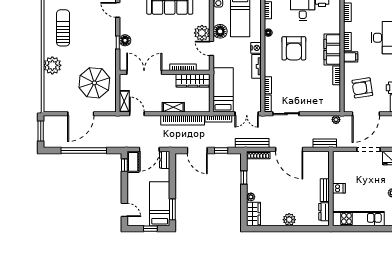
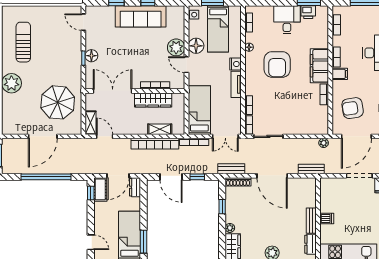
wardrobe: (193, 81) -> (153, 100), moved
shelving: (173, 107) -> (160, 129), moved
bench: (252, 143) -> (231, 169), width x0.73

